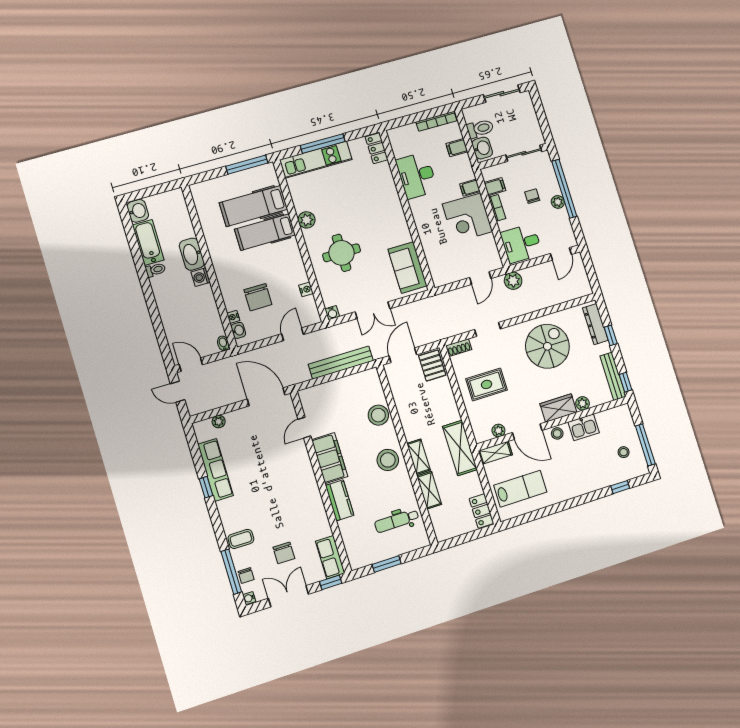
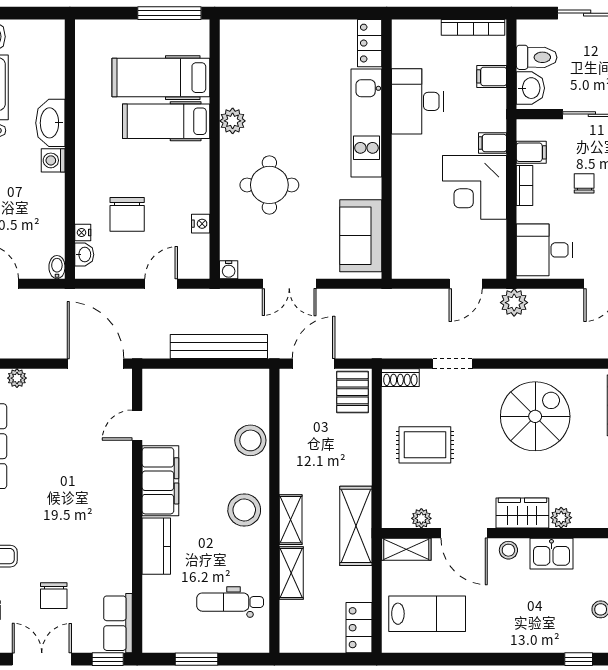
window: (323, 143) -> (291, 13), removed
kitchen unit: (316, 160) -> (366, 123), moved, turned 90

